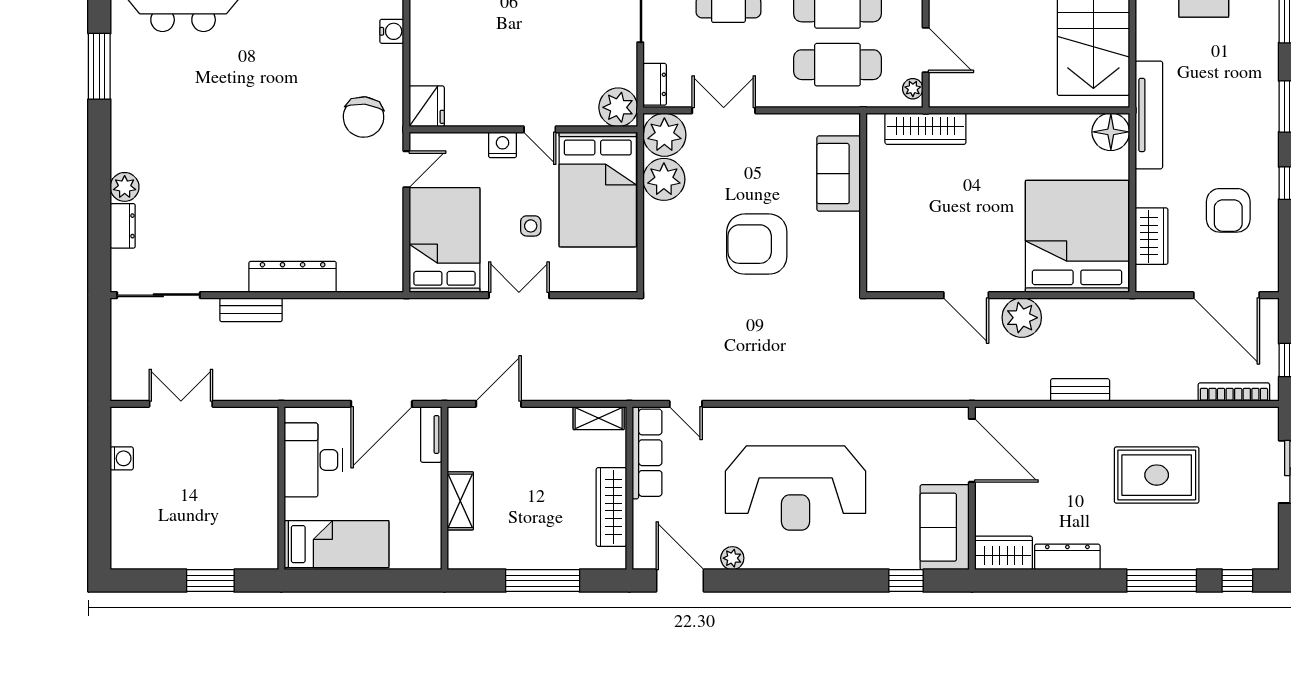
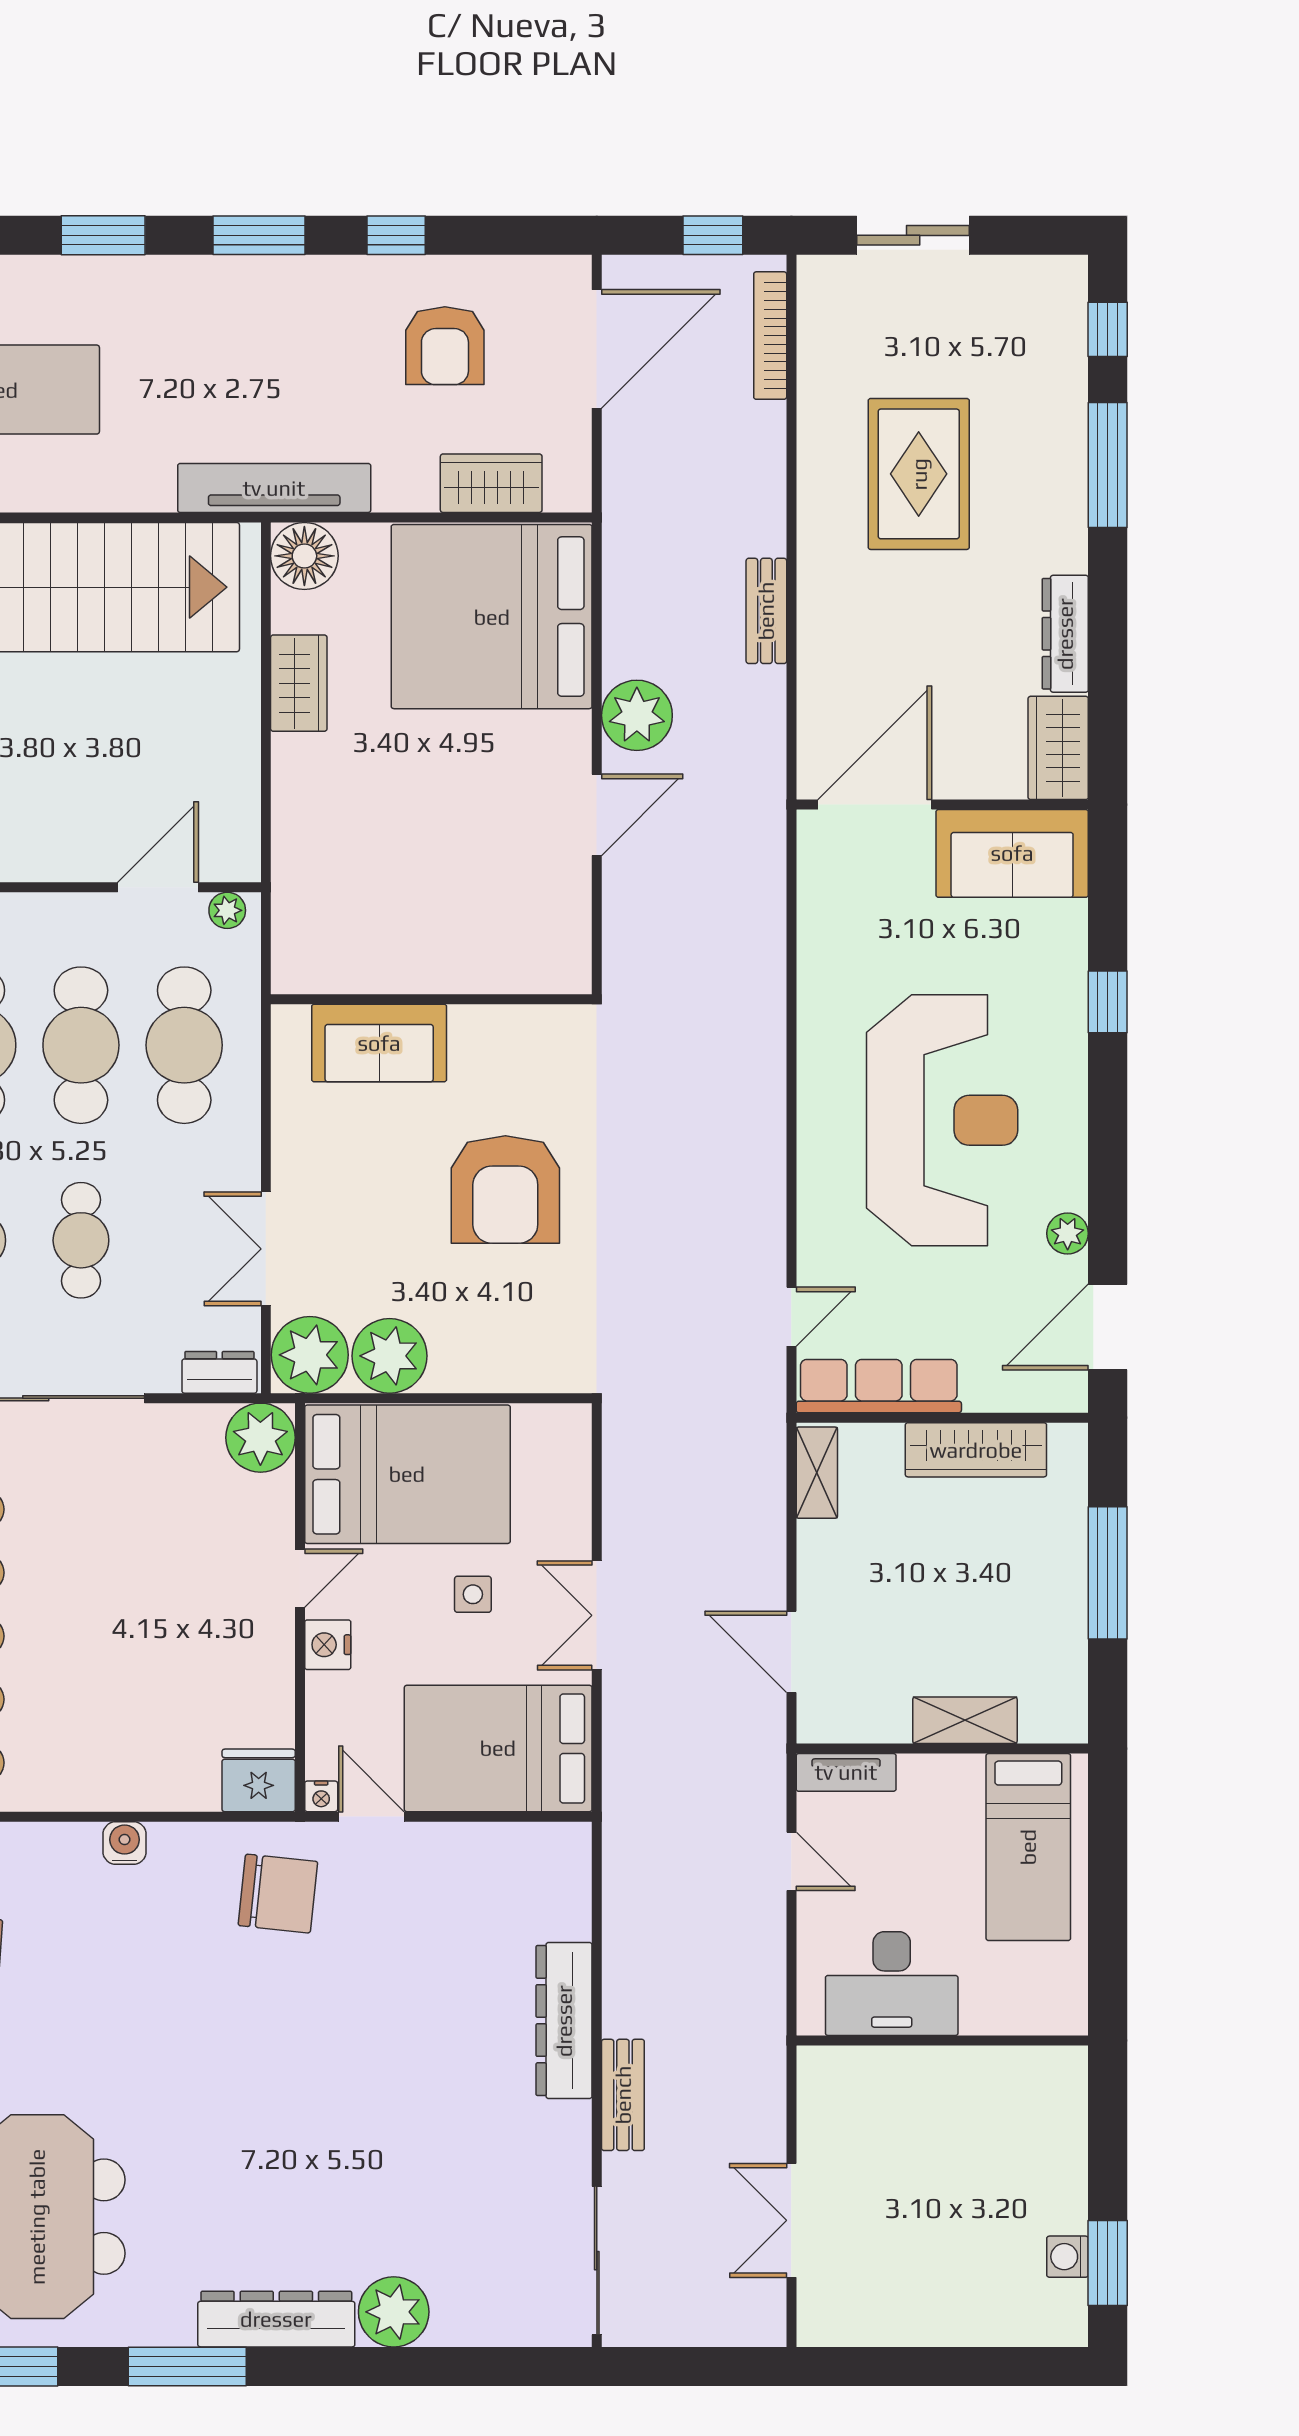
wardrobe: (925, 129) -> (299, 683), moved, width x0.67
nightstand: (418, 141) -> (321, 1796), added
plant: (125, 187) -> (394, 2312), width x1.36, depth x1.36
armchair: (1228, 210) -> (445, 346), turned 90
dresser: (123, 226) -> (276, 2319), moved, width x1.96, depth x1.24
door: (382, 404) -> (791, 1861), width x0.53
washing machine: (122, 458) -> (1068, 2257), moved, turned -90
bed: (336, 544) -> (1028, 1847), moved, turned 180
window: (210, 581) -> (1108, 2263), moved
window: (906, 581) -> (1108, 1002), moved

